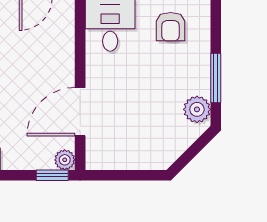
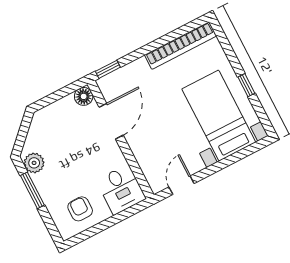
floor lamp: (98, 158) -> (84, 96), added
plant: (65, 160) -> (105, 84), removed

